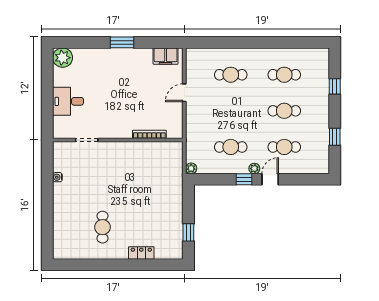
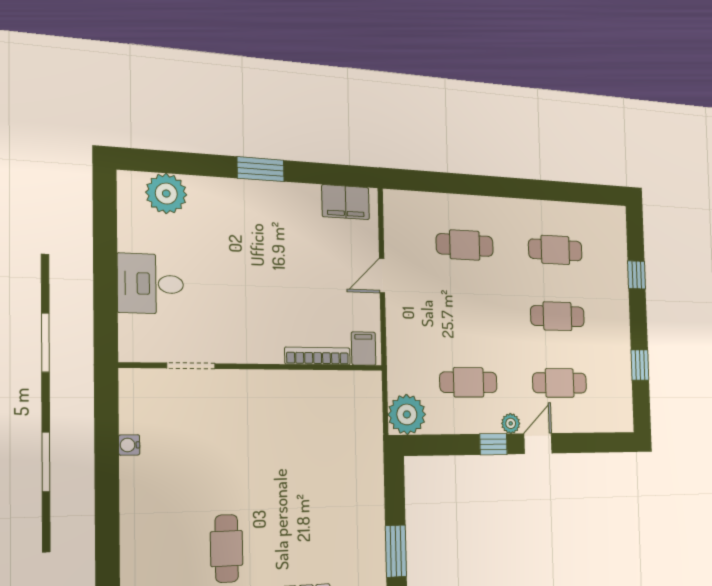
plant: (63, 58) -> (166, 194), moved
filing cabinet: (173, 130) -> (364, 349), added
plant: (191, 168) -> (407, 414), width x1.88, depth x1.88
window: (188, 232) -> (396, 551), width x1.50

